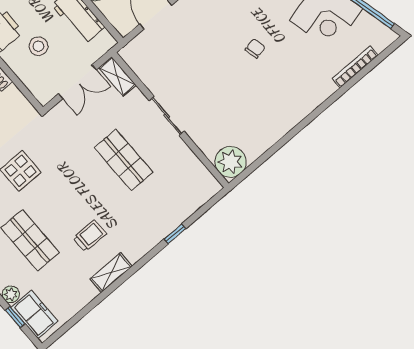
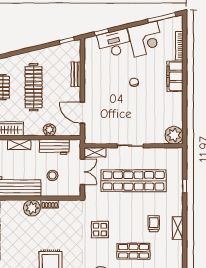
filing cabinet: (310, 96) -> (175, 76), added
shop shelf: (124, 160) -> (134, 181), width x2.00, depth x1.36

